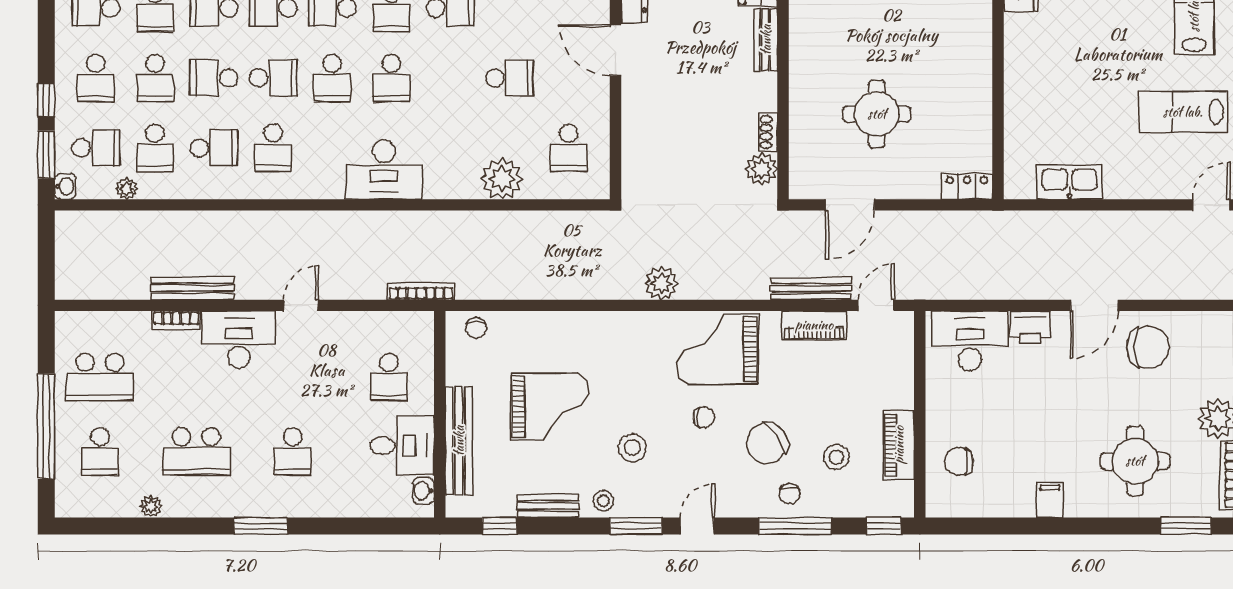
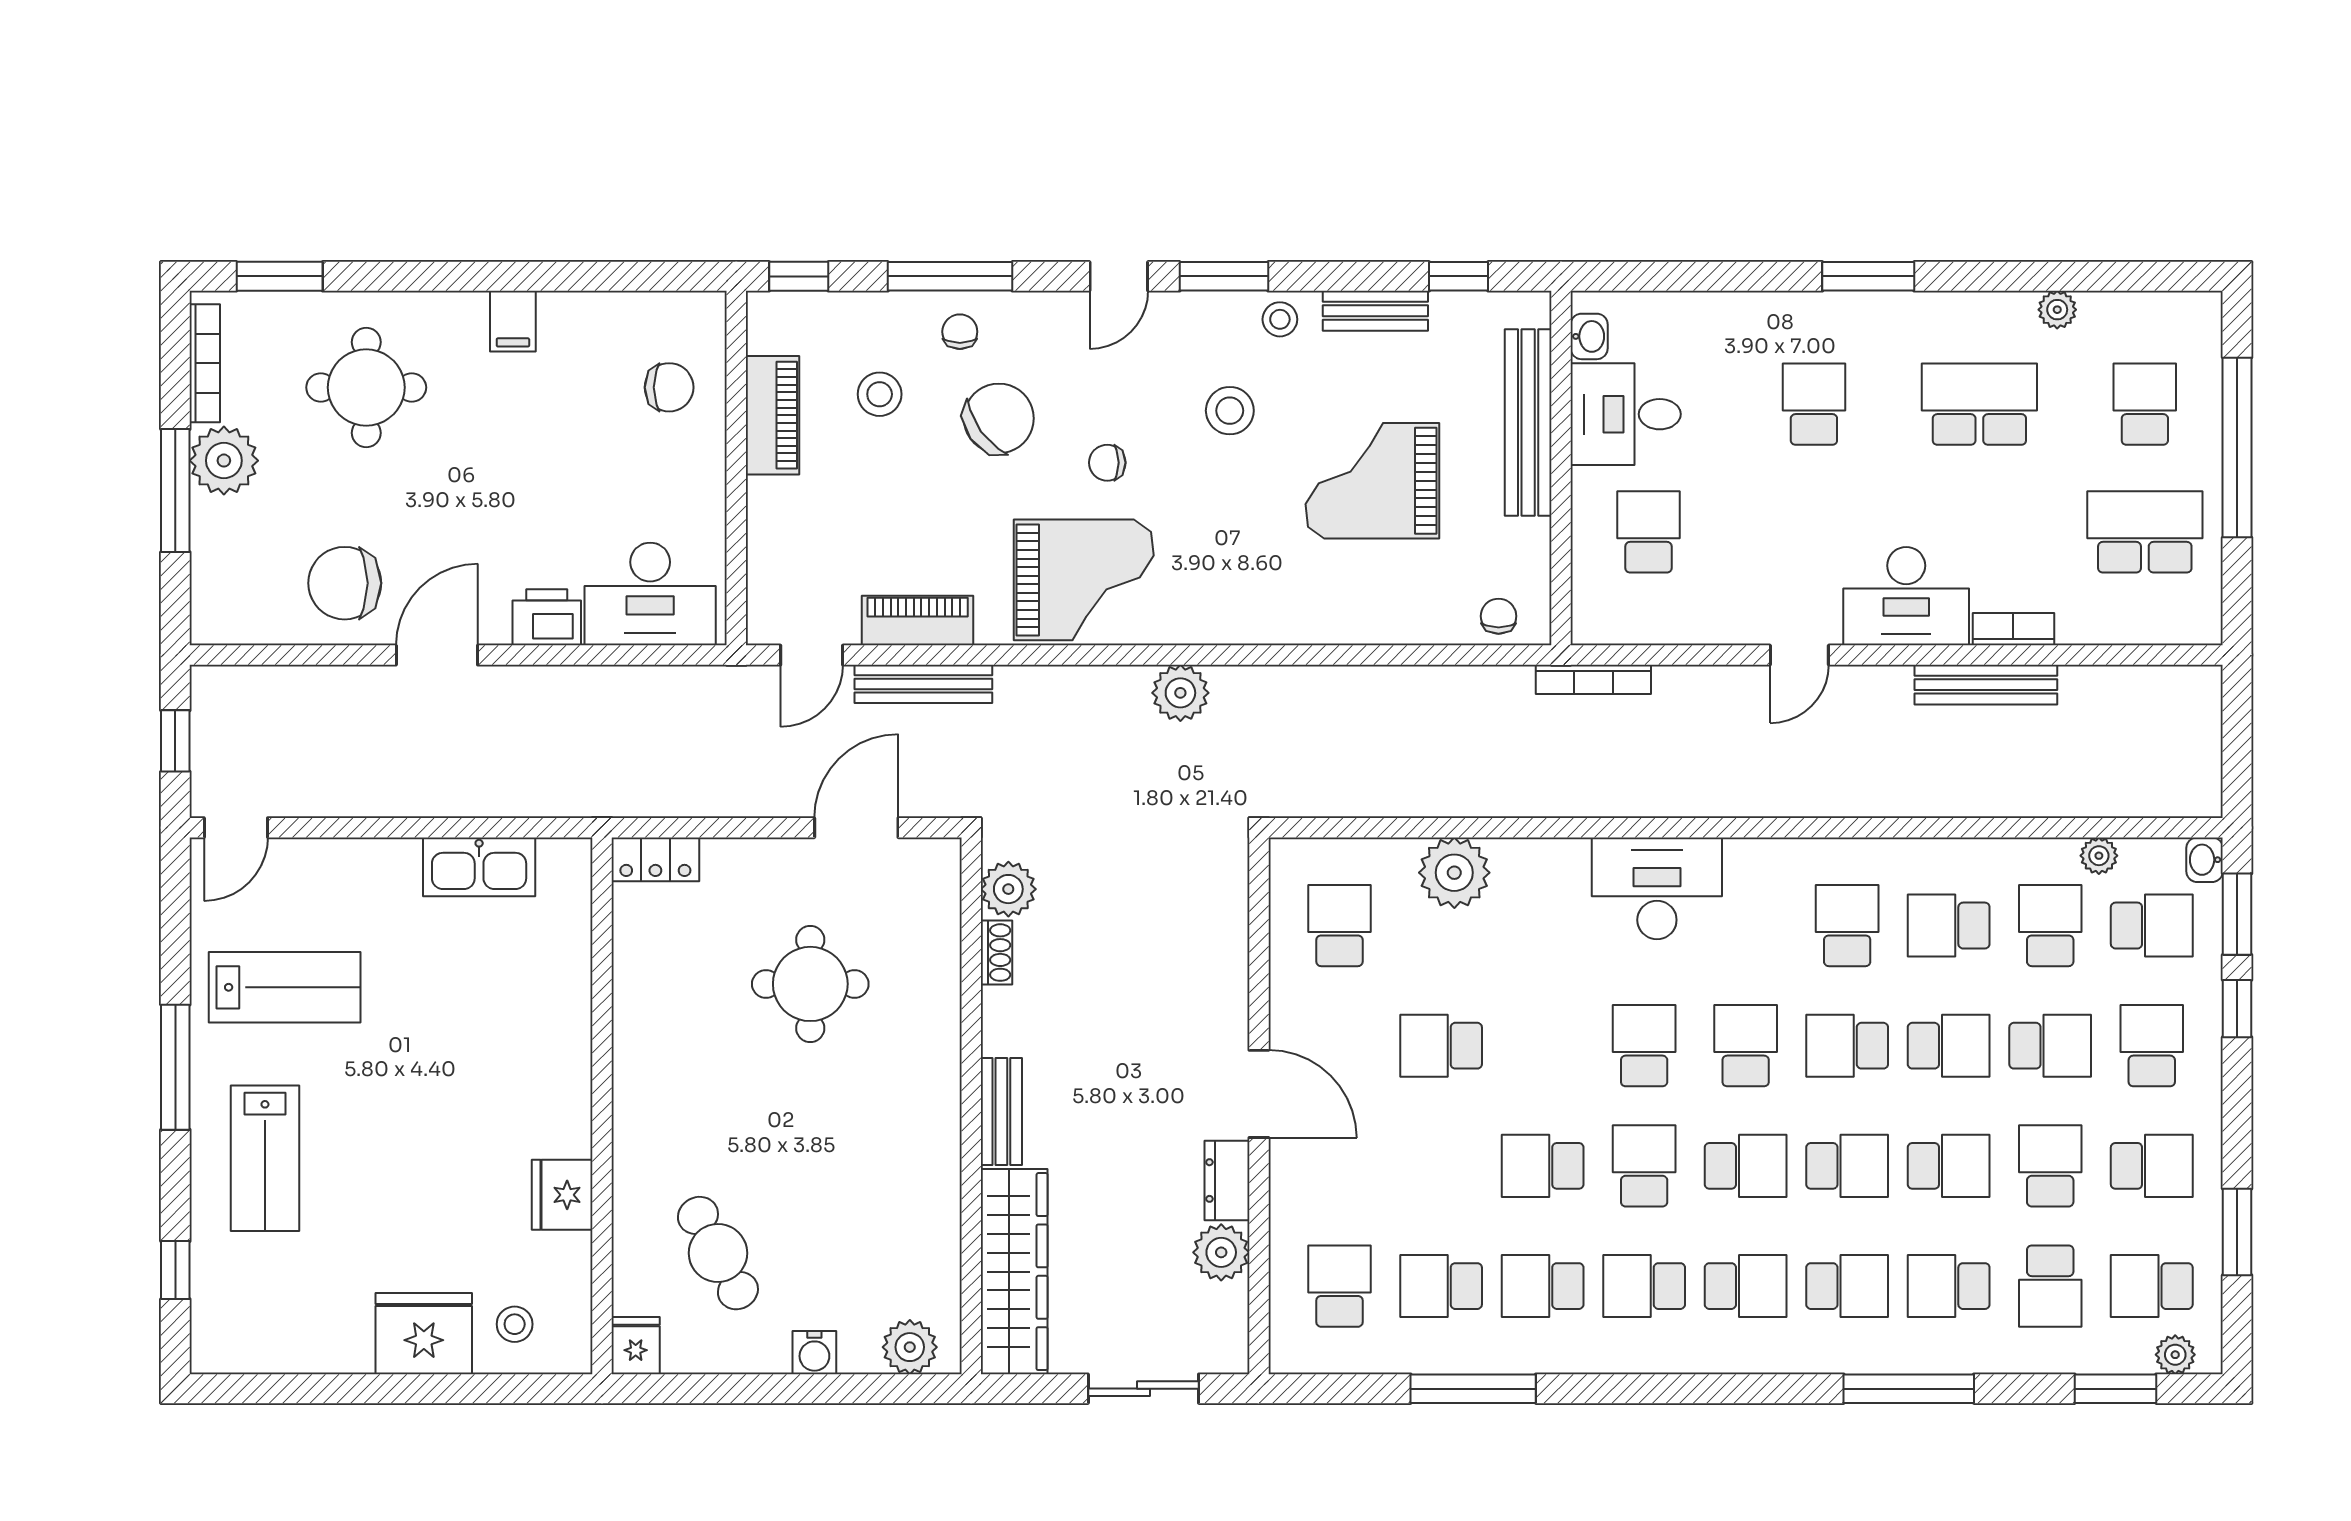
school desk: (155, 78) -> (2050, 1046), turned 90
school desk: (96, 148) -> (2152, 926), turned 180

